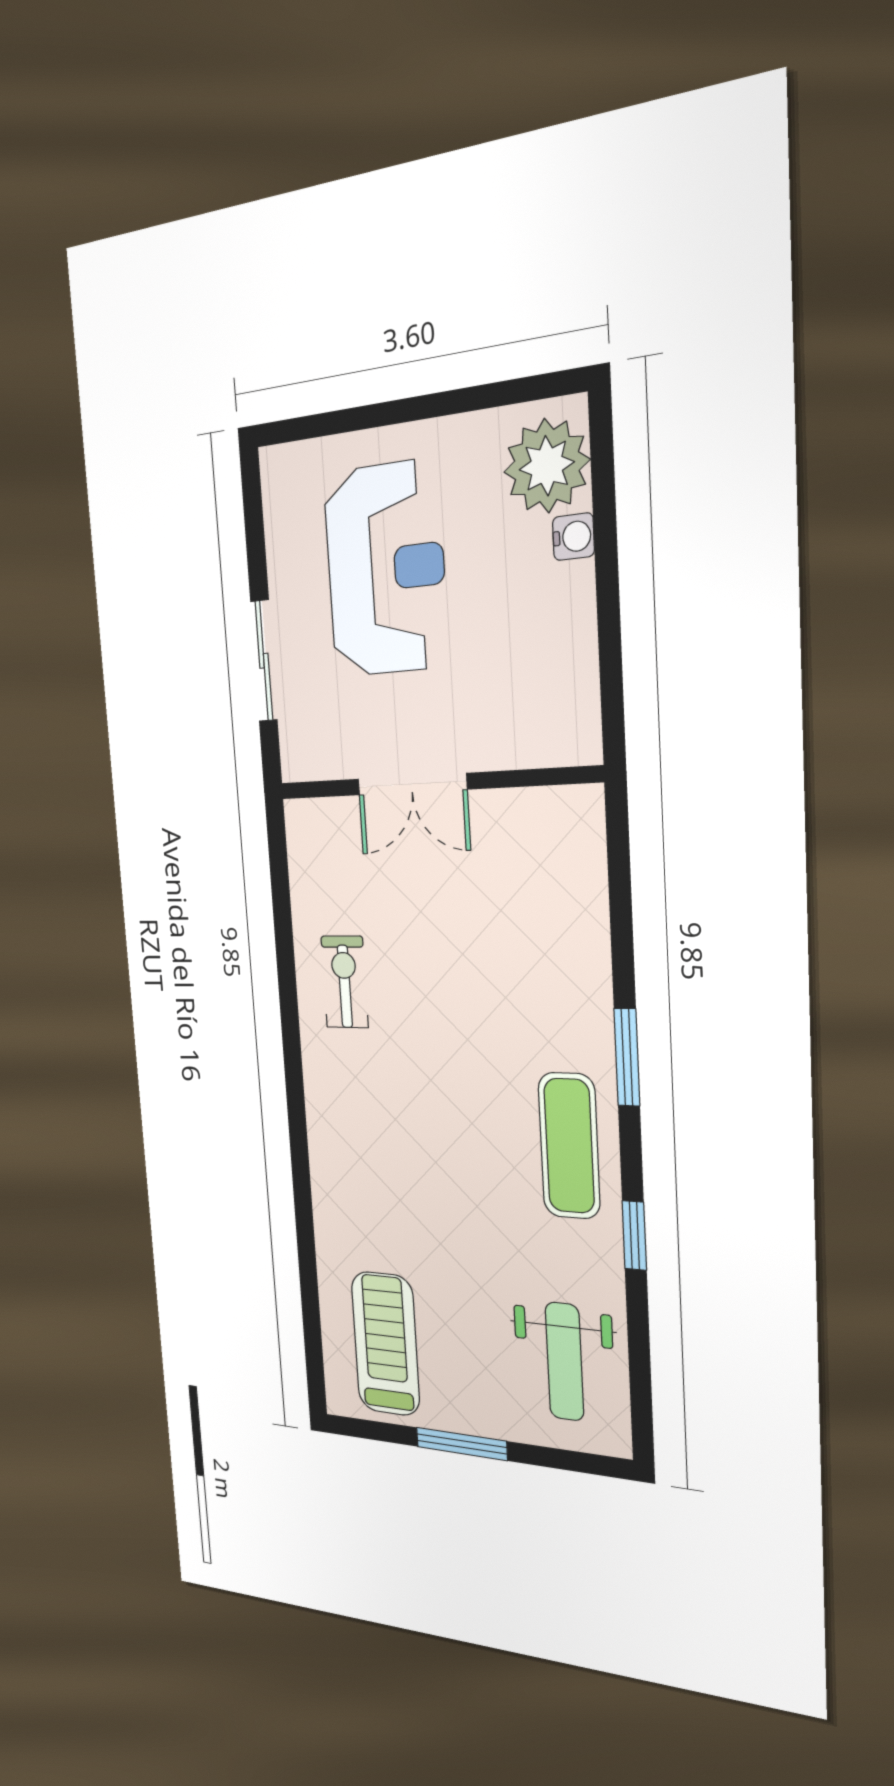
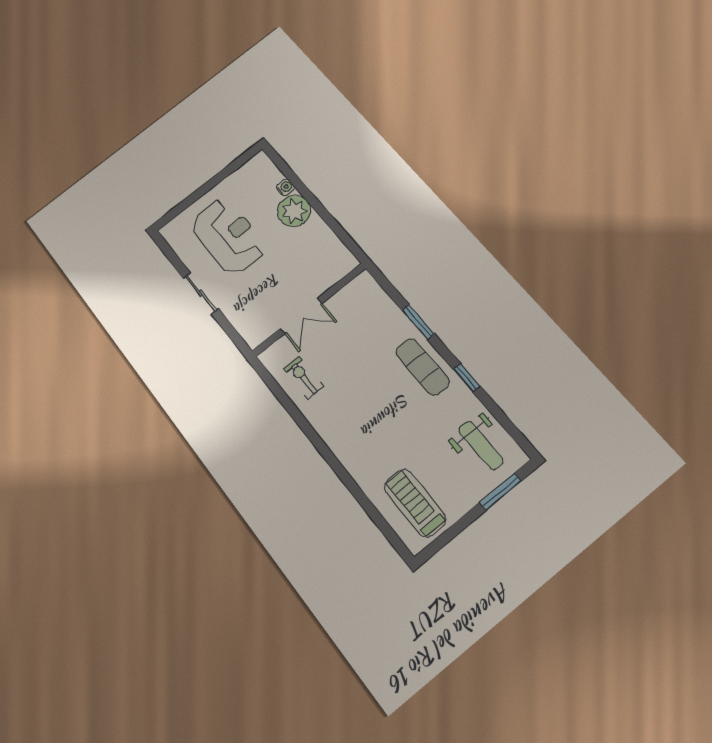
plant: (547, 466) -> (294, 211), moved
wall: (435, 783) -> (309, 310), moved
double door: (412, 784) -> (301, 316), moved
window: (462, 1444) -> (500, 492), moved

